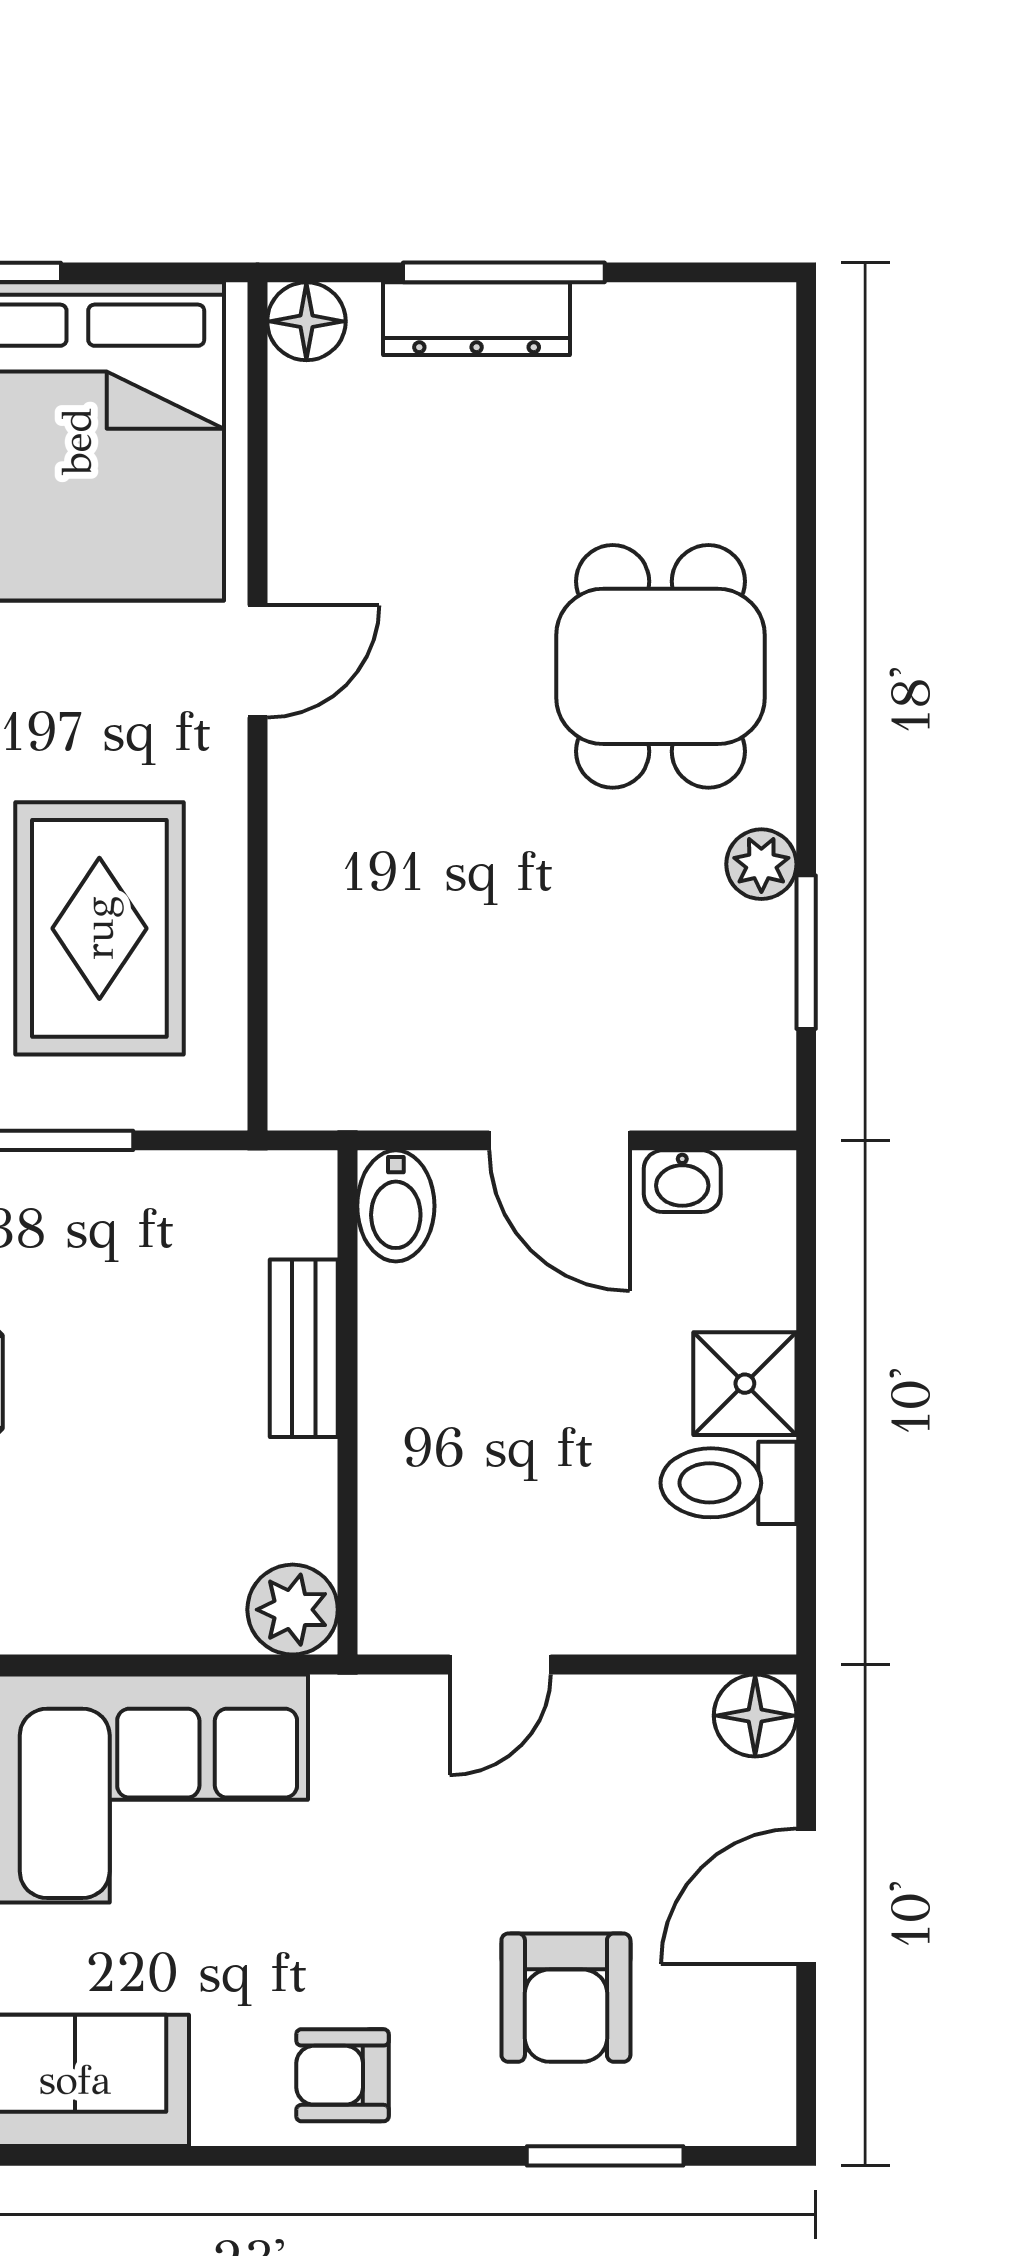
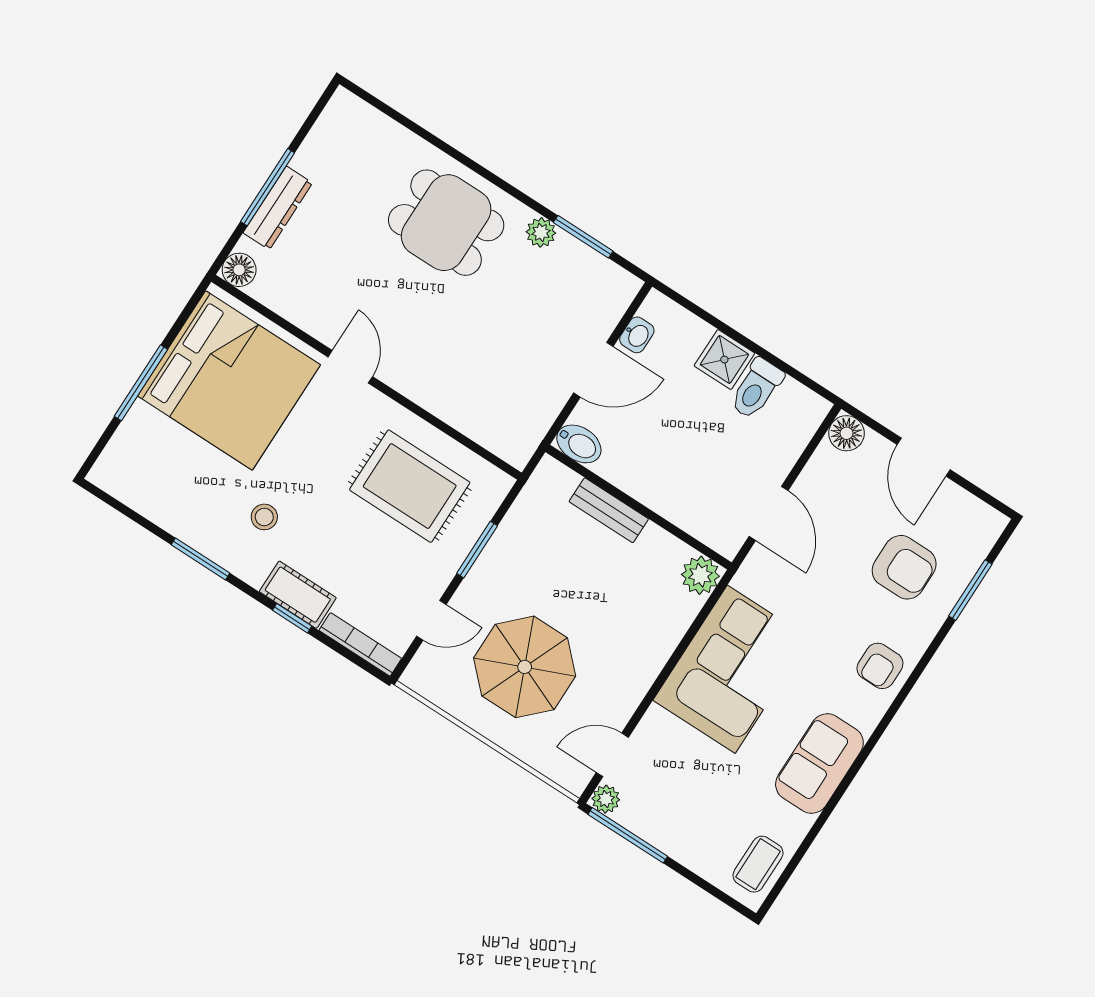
door: (500, 1665) -> (769, 513), width x1.38

